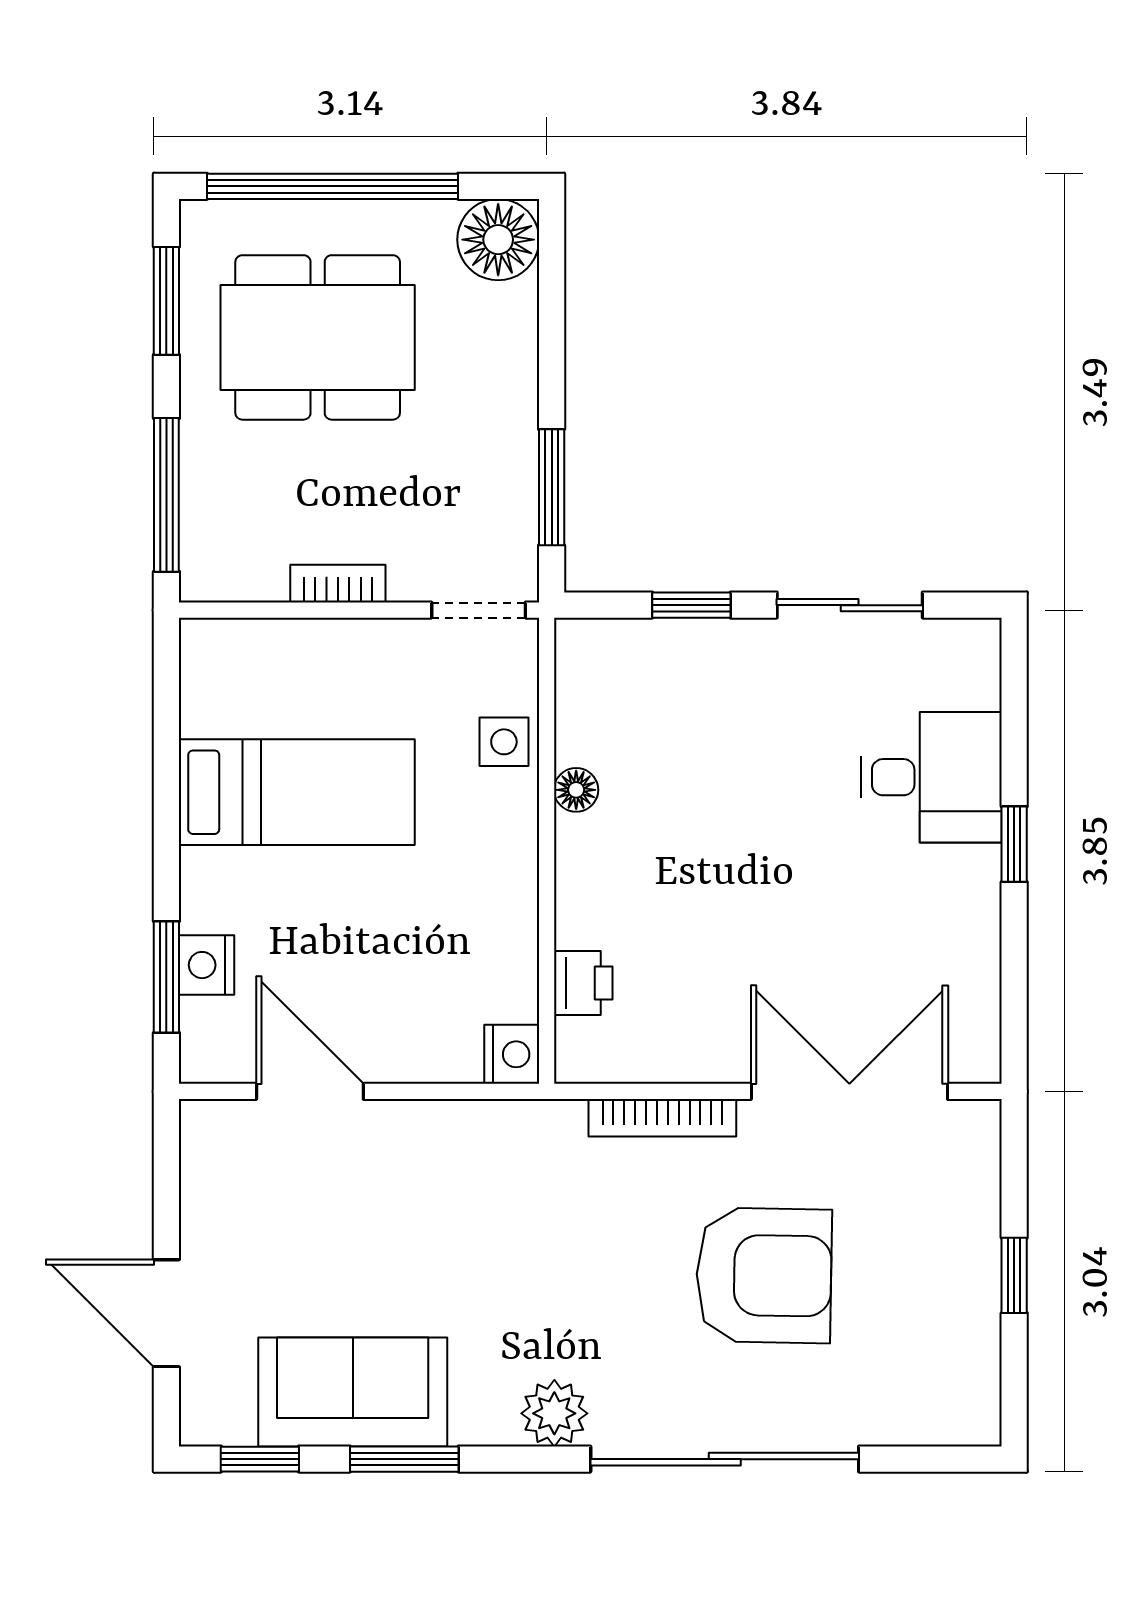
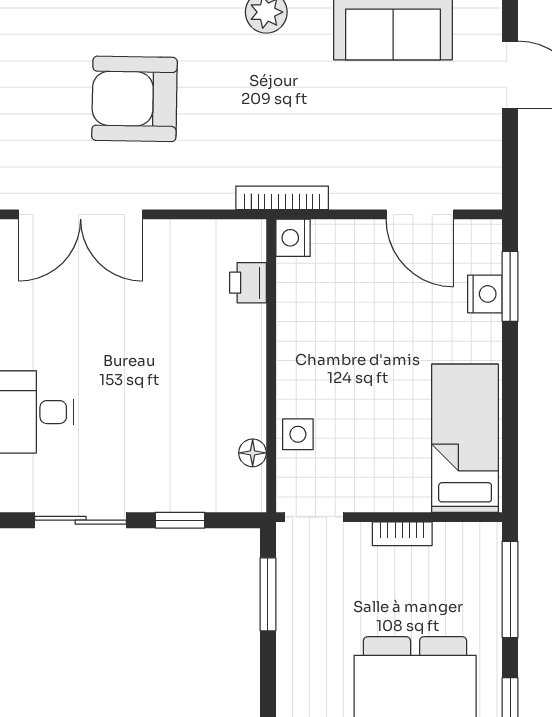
floor lamp: (576, 790) -> (253, 453), moved
bed: (297, 792) -> (465, 438), moved, turned 90
bookcase: (662, 1118) -> (282, 198), moved

